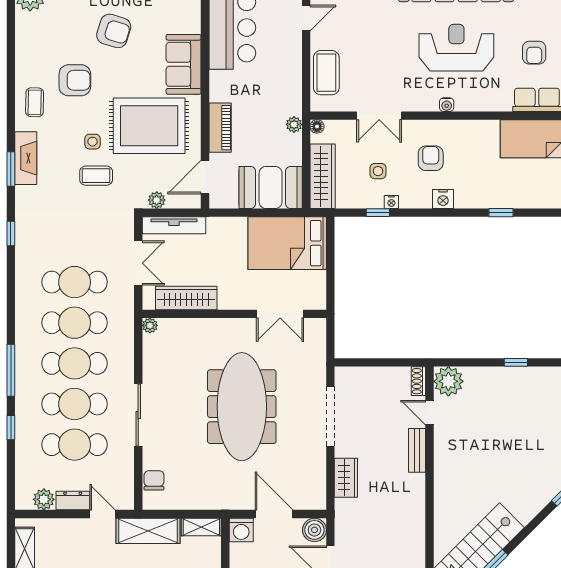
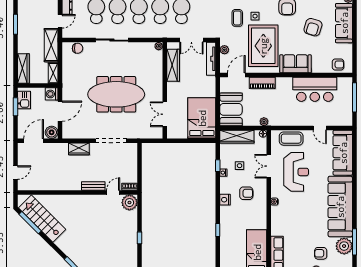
reception desk: (456, 48) -> (296, 172), moved
armchair: (534, 53) -> (321, 253), moved
door: (205, 177) -> (236, 75), hinge flipped

